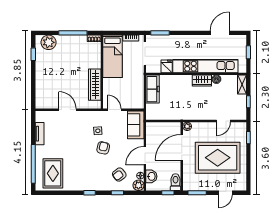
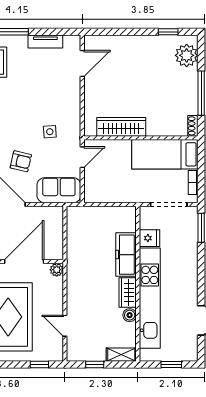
freezer: (152, 89) -> (126, 255), moved, turned 90
door: (67, 110) -> (82, 64), moved
door: (182, 147) -> (24, 261), hinge flipped
armchair: (103, 148) -> (21, 161), moved

